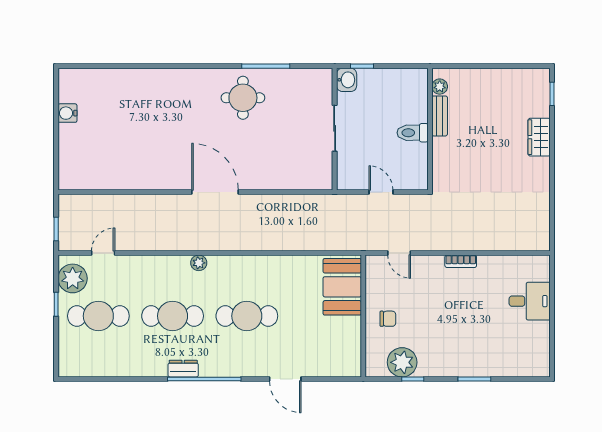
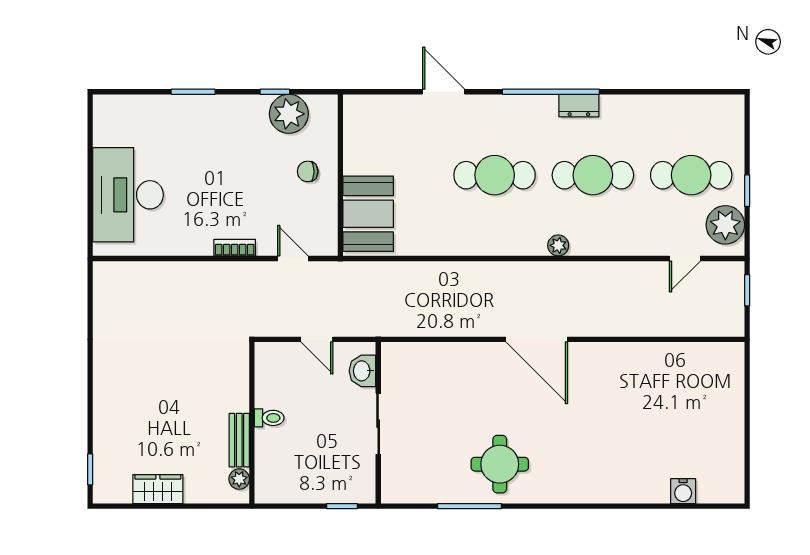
washbasin: (347, 80) -> (362, 371), moved
water cooler: (67, 113) -> (683, 491), moved, turned 90
toilet: (413, 133) -> (269, 418), width x0.73, depth x0.72
wardrobe: (539, 137) -> (158, 489), moved, turned -90
bookcase: (461, 261) -> (235, 248), moved
desk: (530, 301) -> (128, 195), width x1.87, depth x1.30

